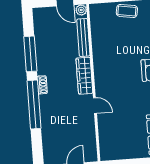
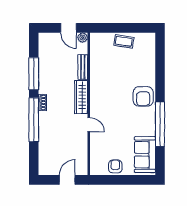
bench: (83, 37) -> (83, 67), width x0.73
armchair: (128, 149) -> (115, 166), added

